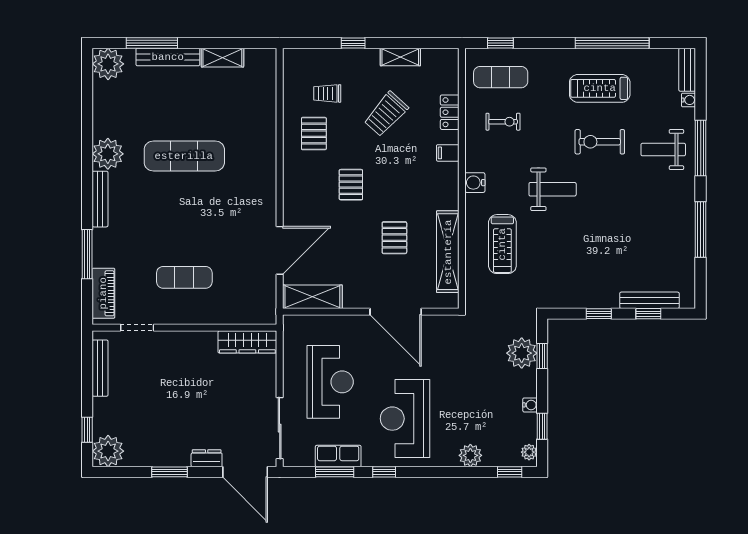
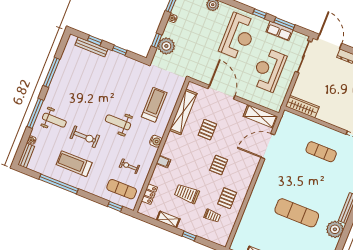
treadmill: (600, 88) -> (74, 164), turned 180
locker: (450, 112) -> (149, 194), moved
trolley: (386, 114) -> (187, 194), turned -132

